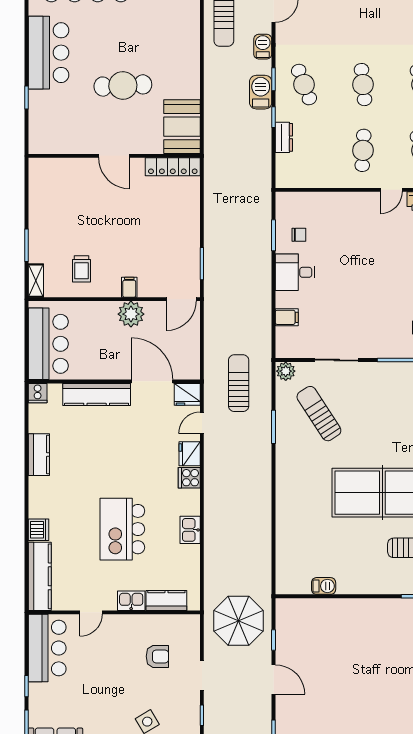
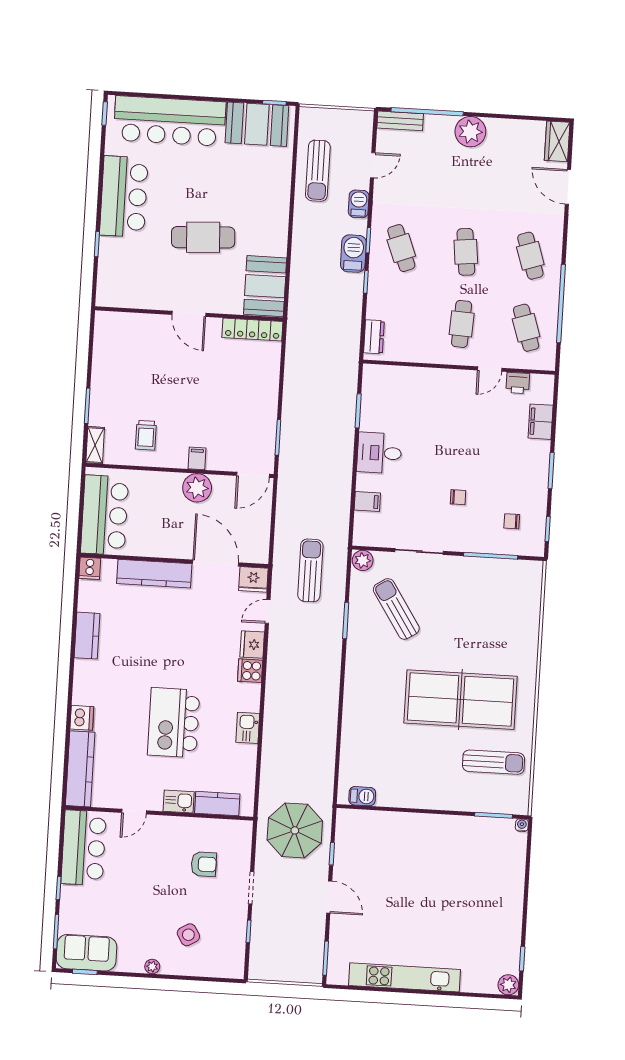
dresser: (284, 137) -> (374, 337), moved
chair: (299, 235) -> (458, 497), moved
barbecue: (324, 586) -> (362, 796), moved

